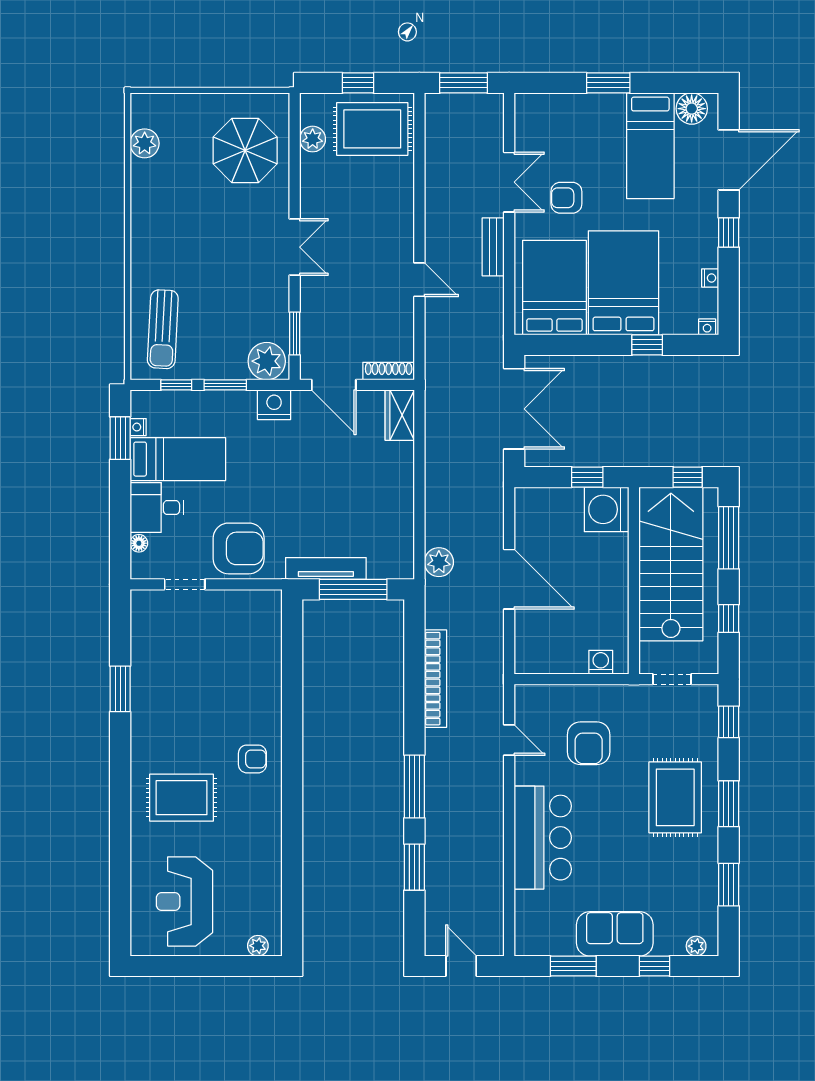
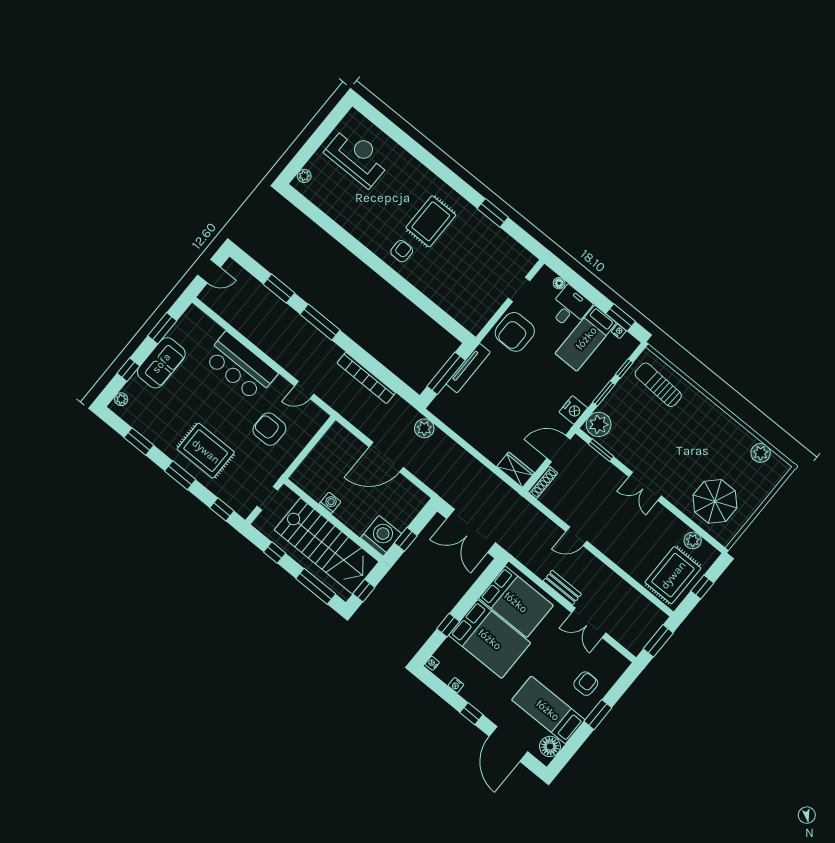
armchair: (566, 198) -> (586, 684), moved
washing machine: (601, 662) -> (330, 503), moved, turned -90
armchair: (252, 759) -> (402, 251), turned 180
rug: (181, 798) -> (431, 221), moved

